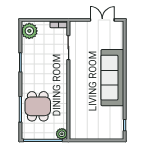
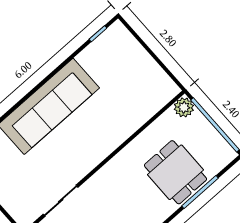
dining table: (38, 106) -> (175, 172), turned 90

